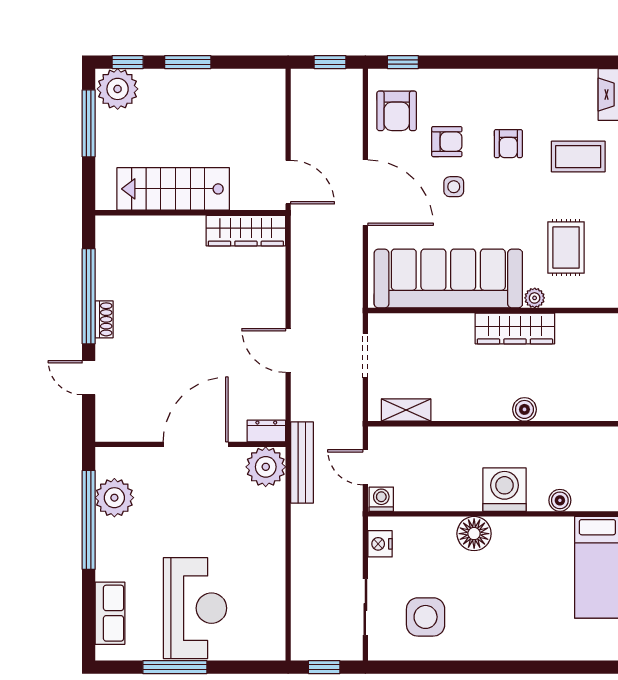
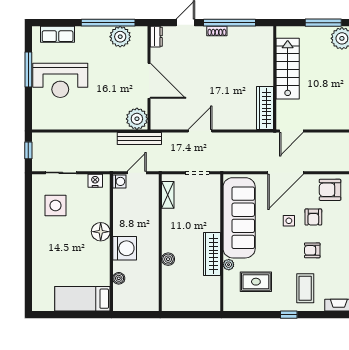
dresser: (266, 431) -> (156, 37), moved

